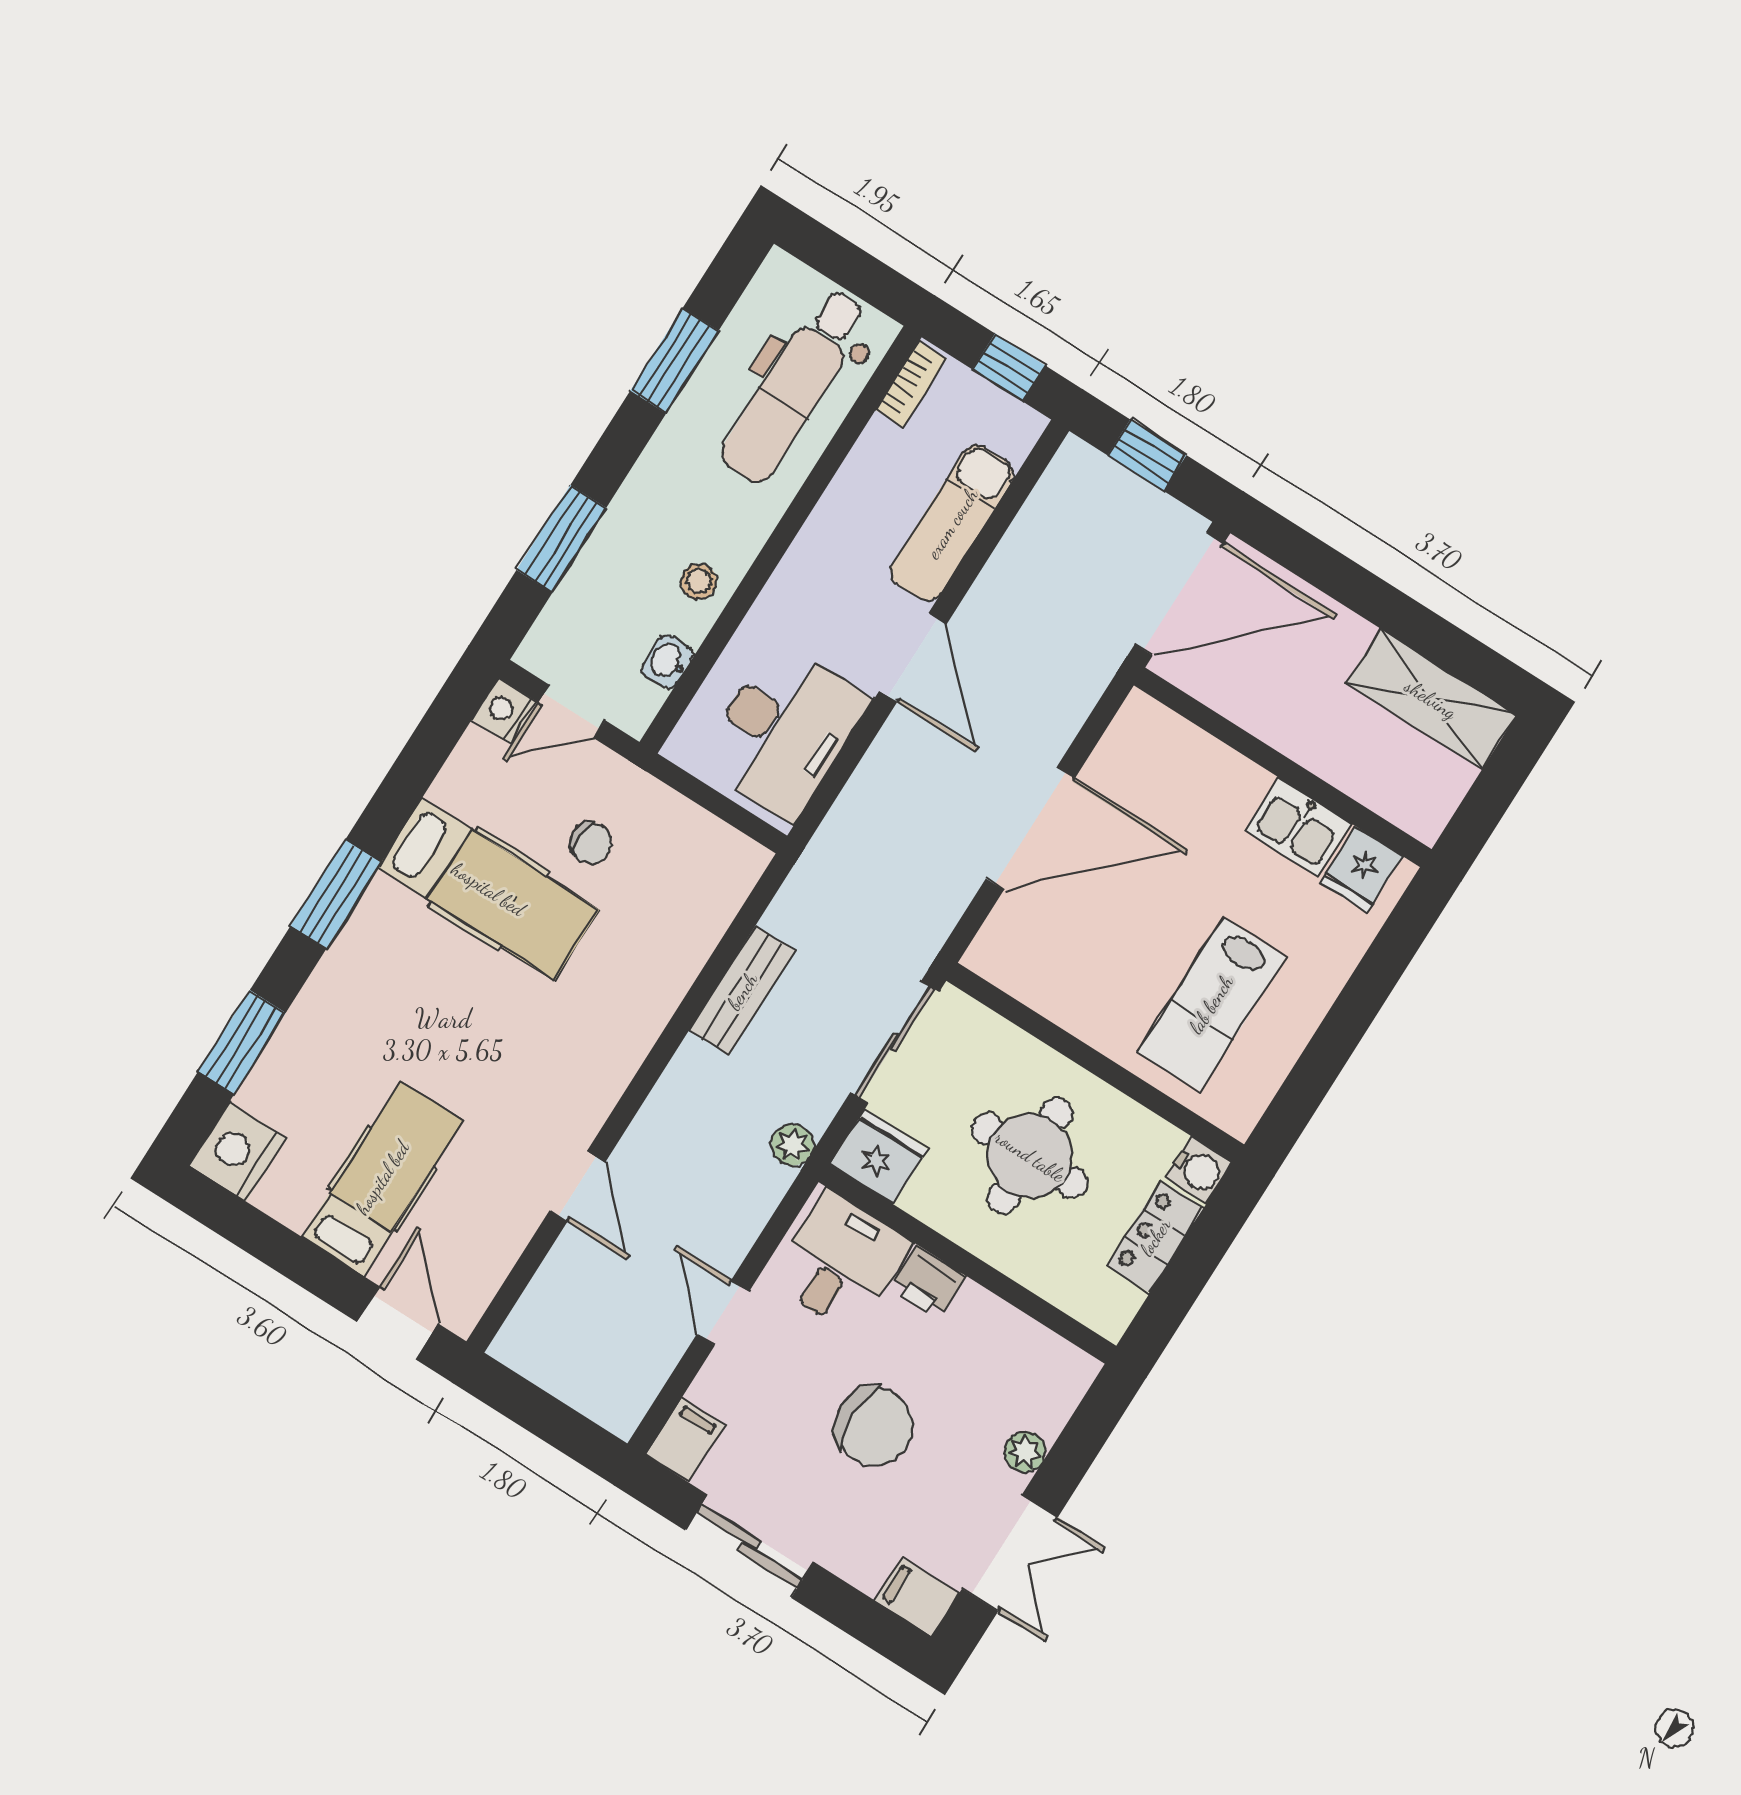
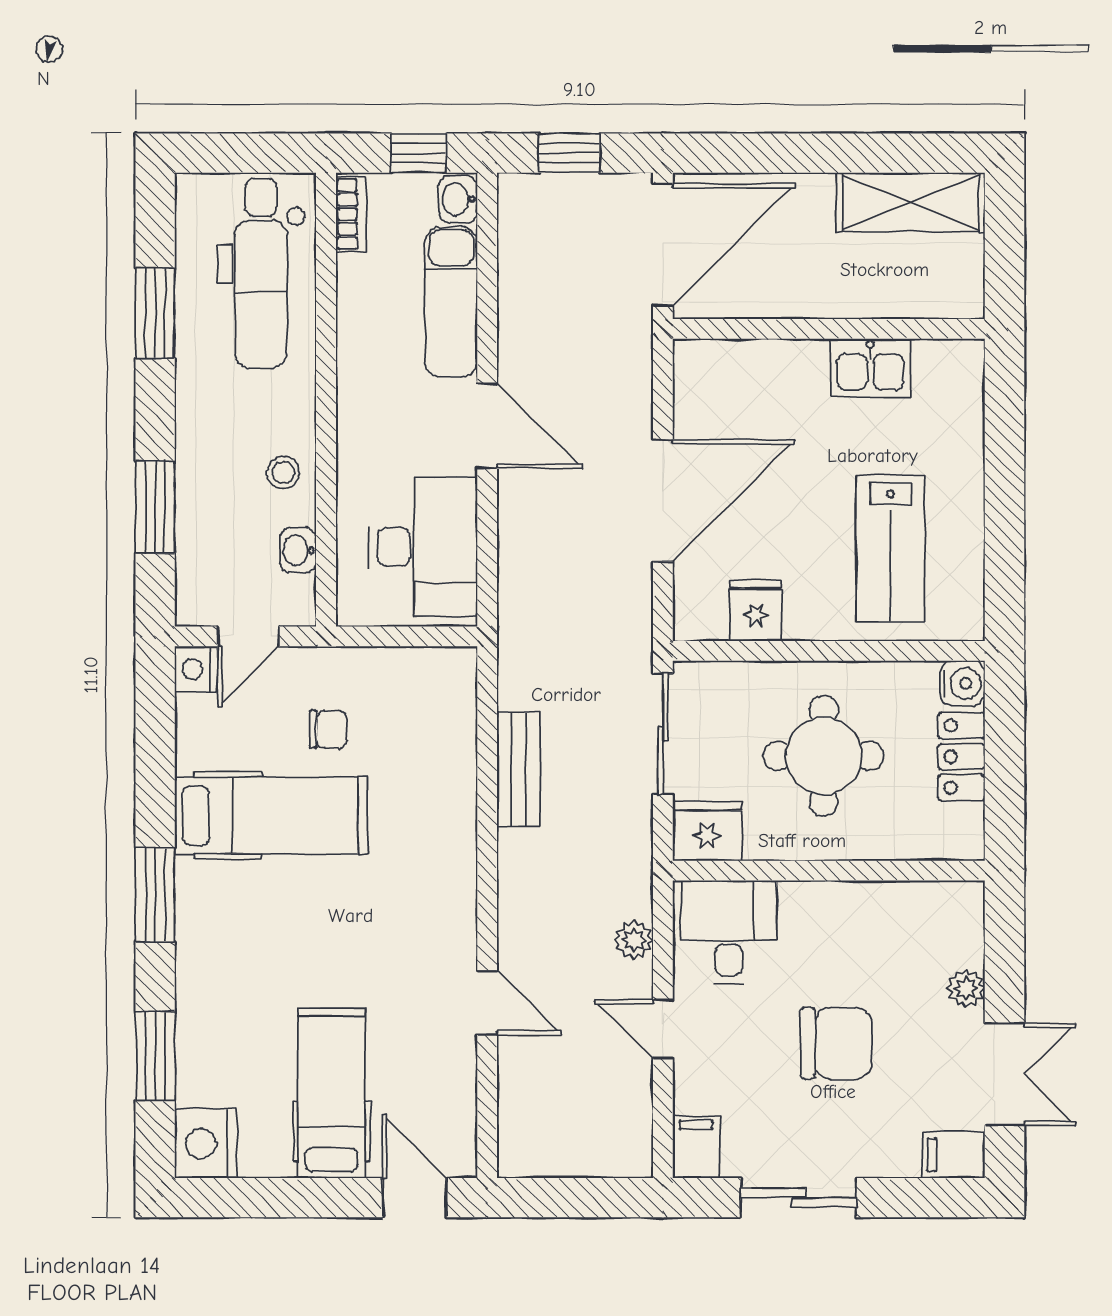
washbasin: (1018, 433) -> (458, 199), added
fridge: (1361, 869) -> (756, 610), moved, turned 180
plant: (792, 1145) -> (634, 940), moved
printer: (928, 1283) -> (807, 905), removed

